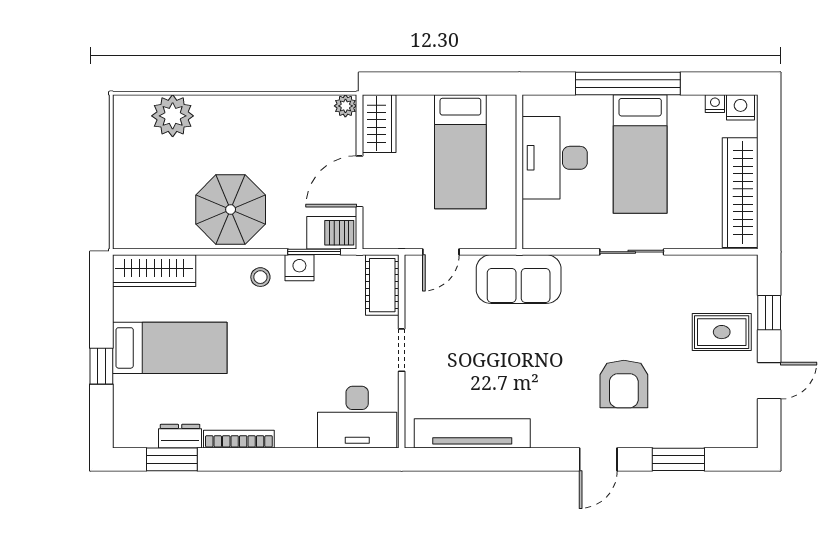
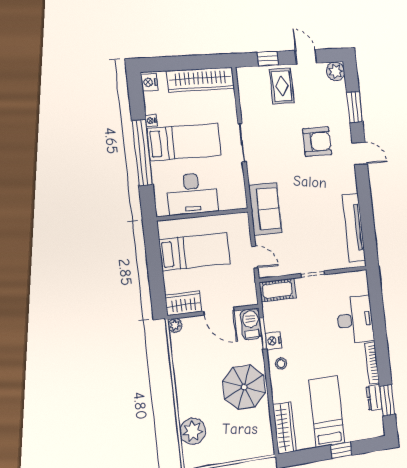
nightstand: (715, 104) -> (151, 121), moved
desk: (357, 417) -> (355, 320), moved
plant: (741, 432) -> (336, 71), added

